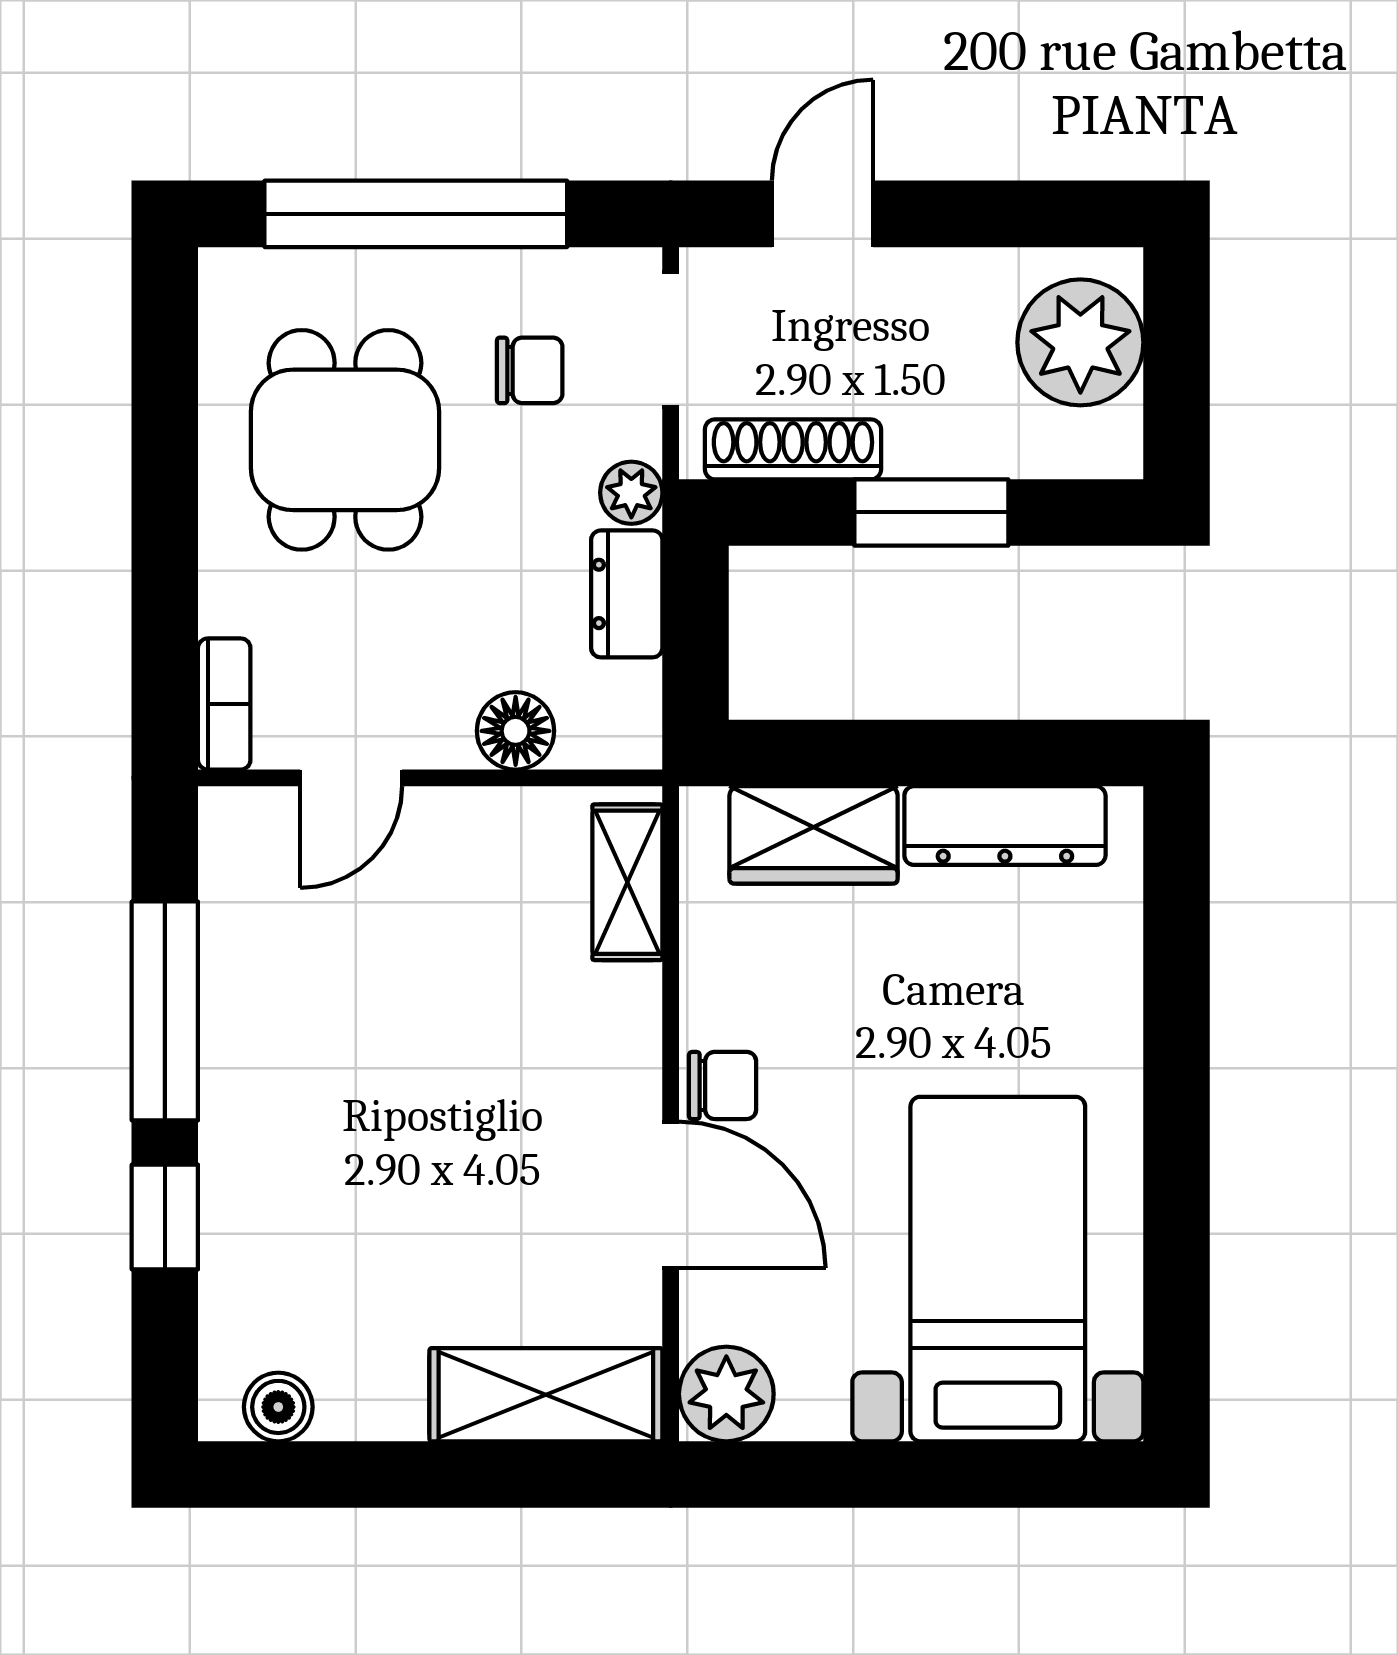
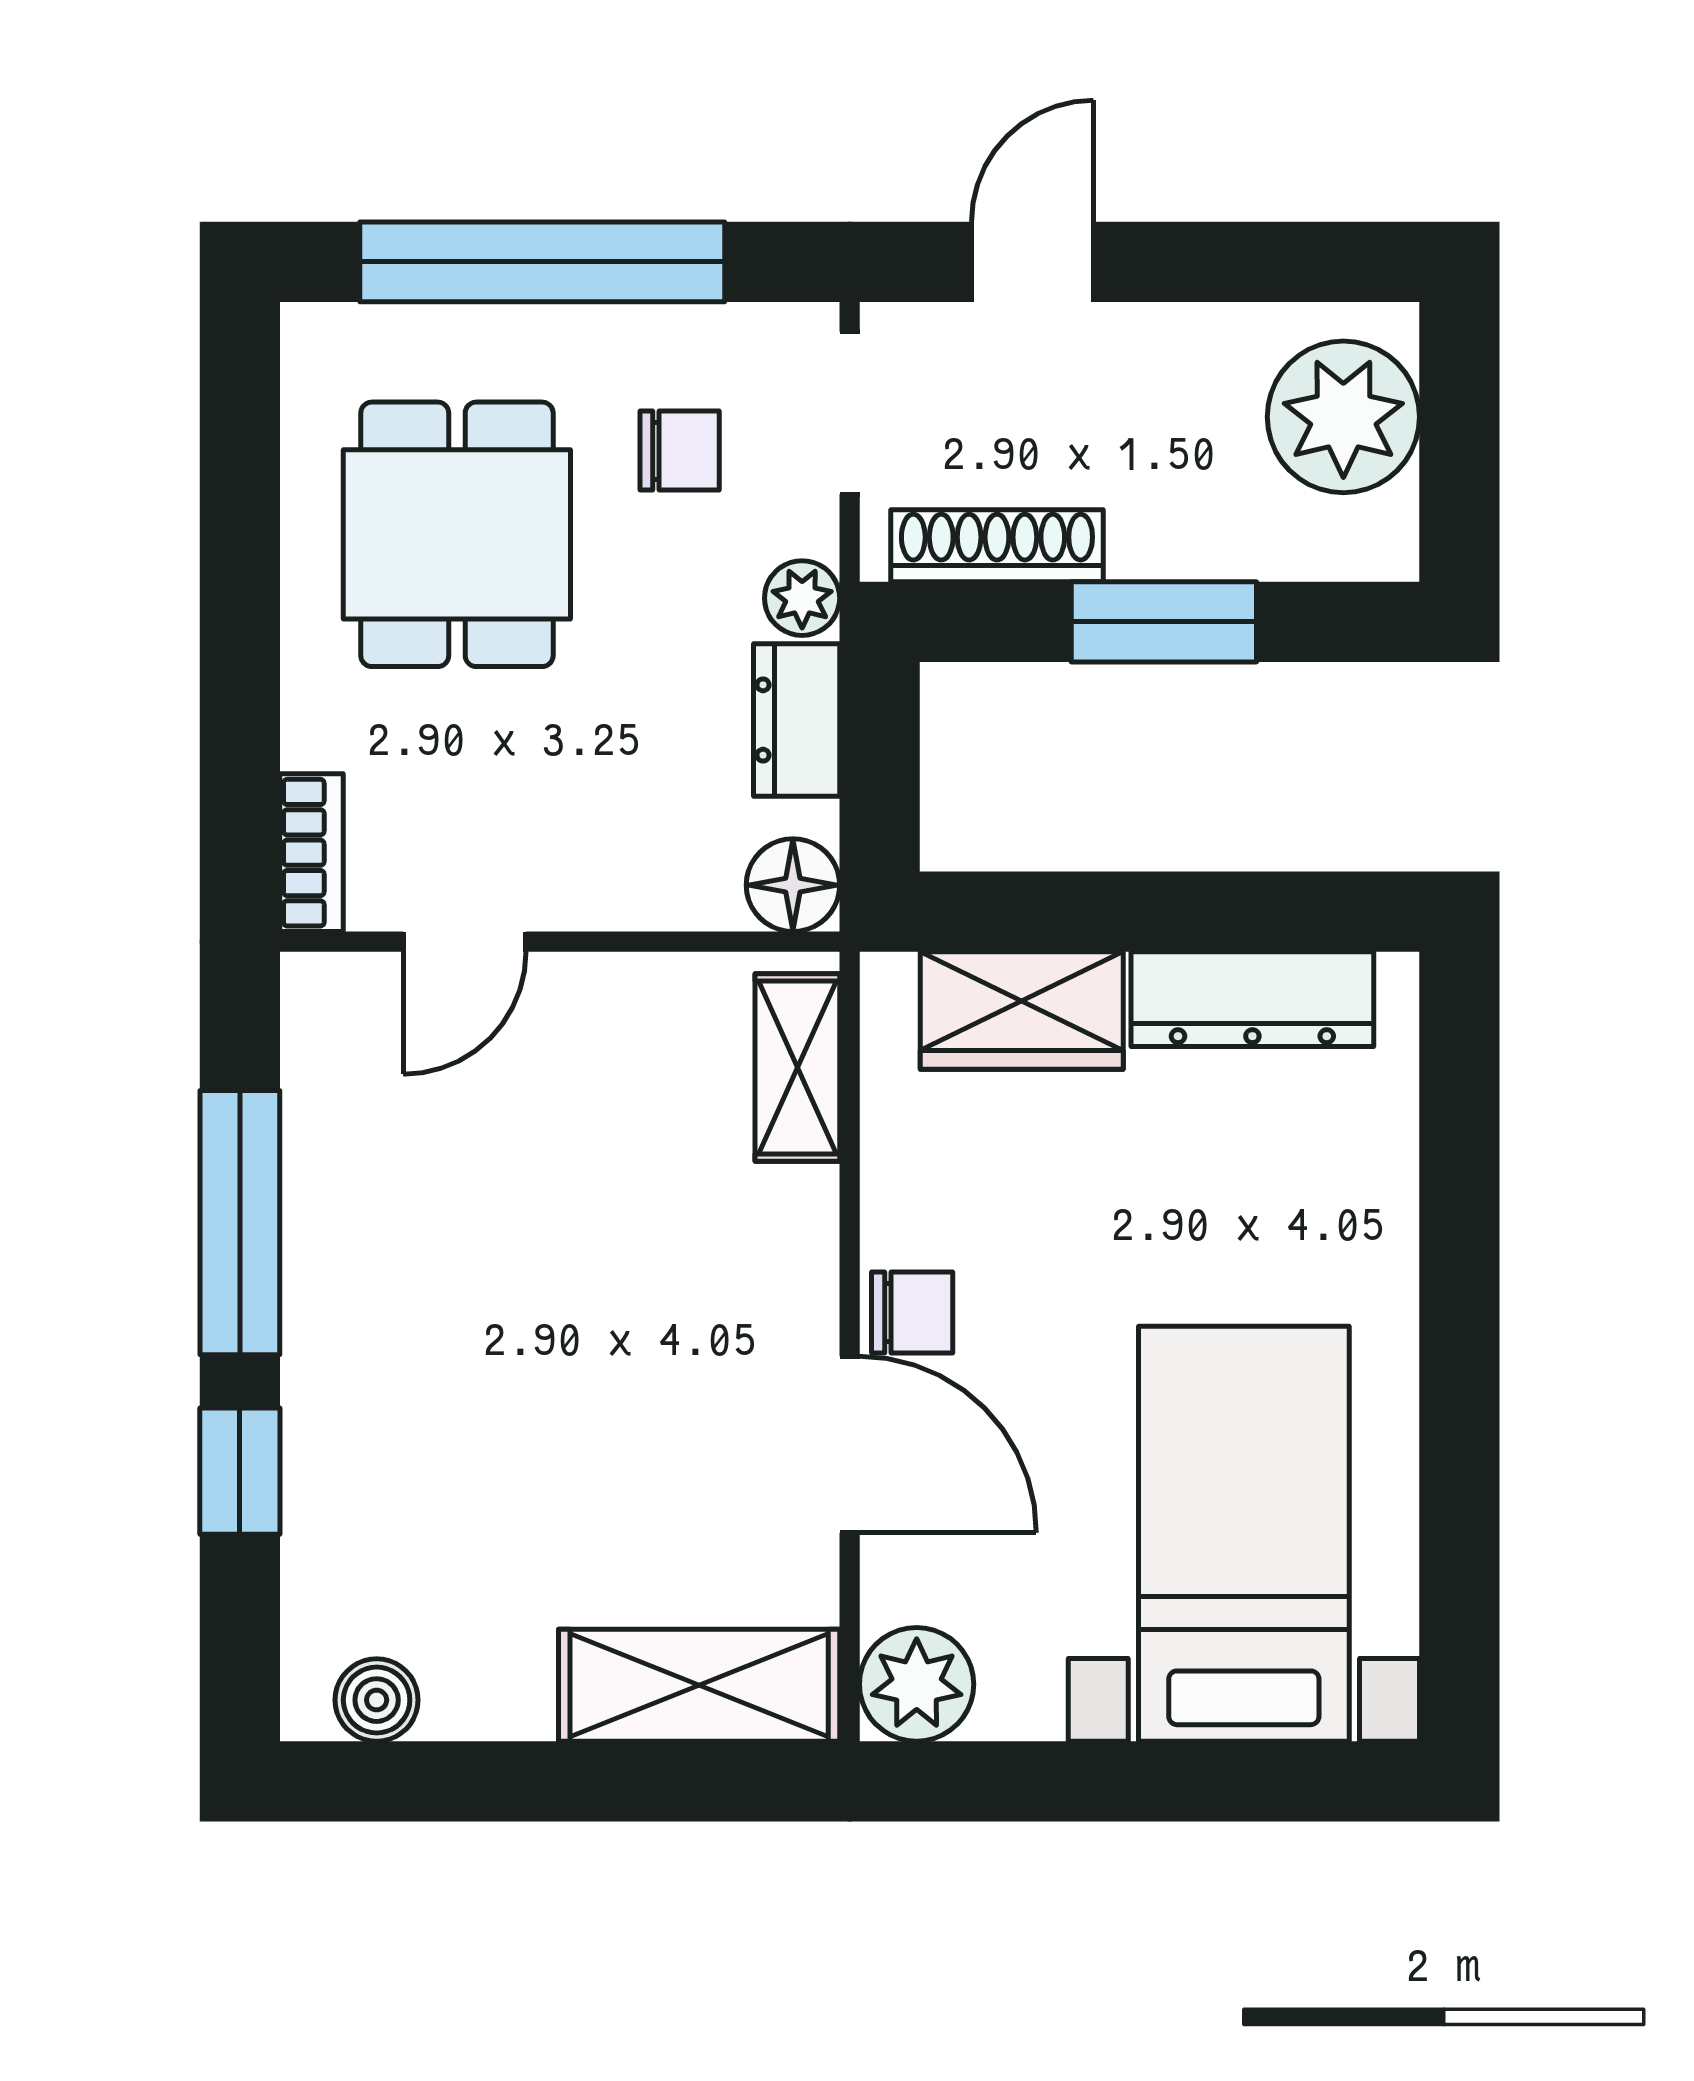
floor lamp: (516, 731) -> (793, 885), moved

